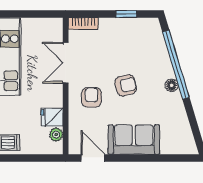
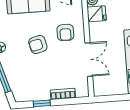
bookcase: (83, 24) -> (63, 94), moved

